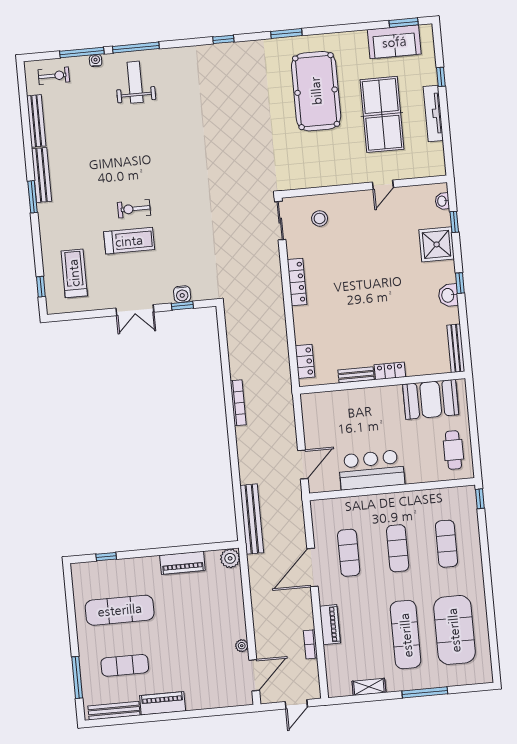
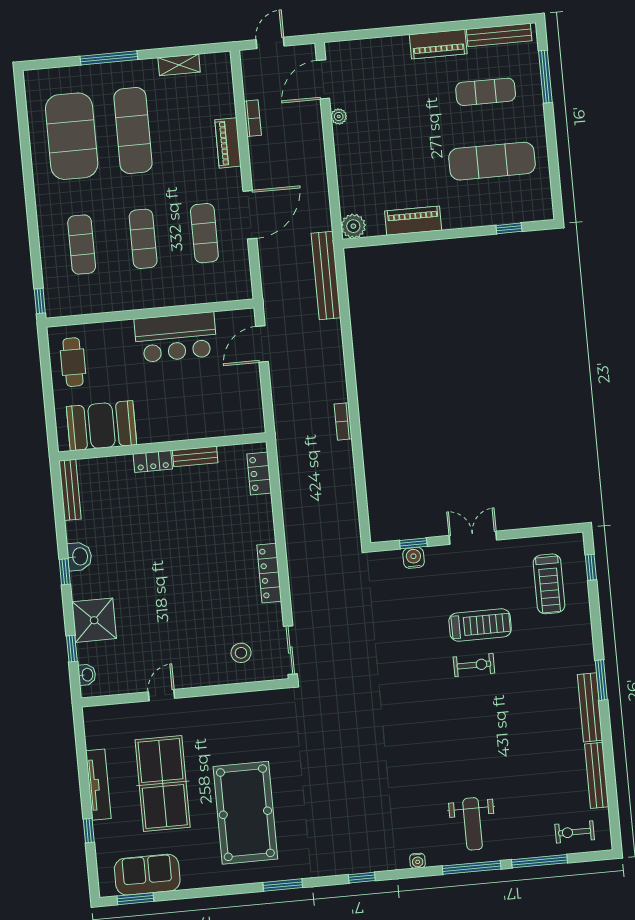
water cooler: (96, 61) -> (418, 861), moved
treadmill: (129, 241) -> (480, 625), turned 180
bookcase: (238, 403) -> (343, 421), width x0.64

